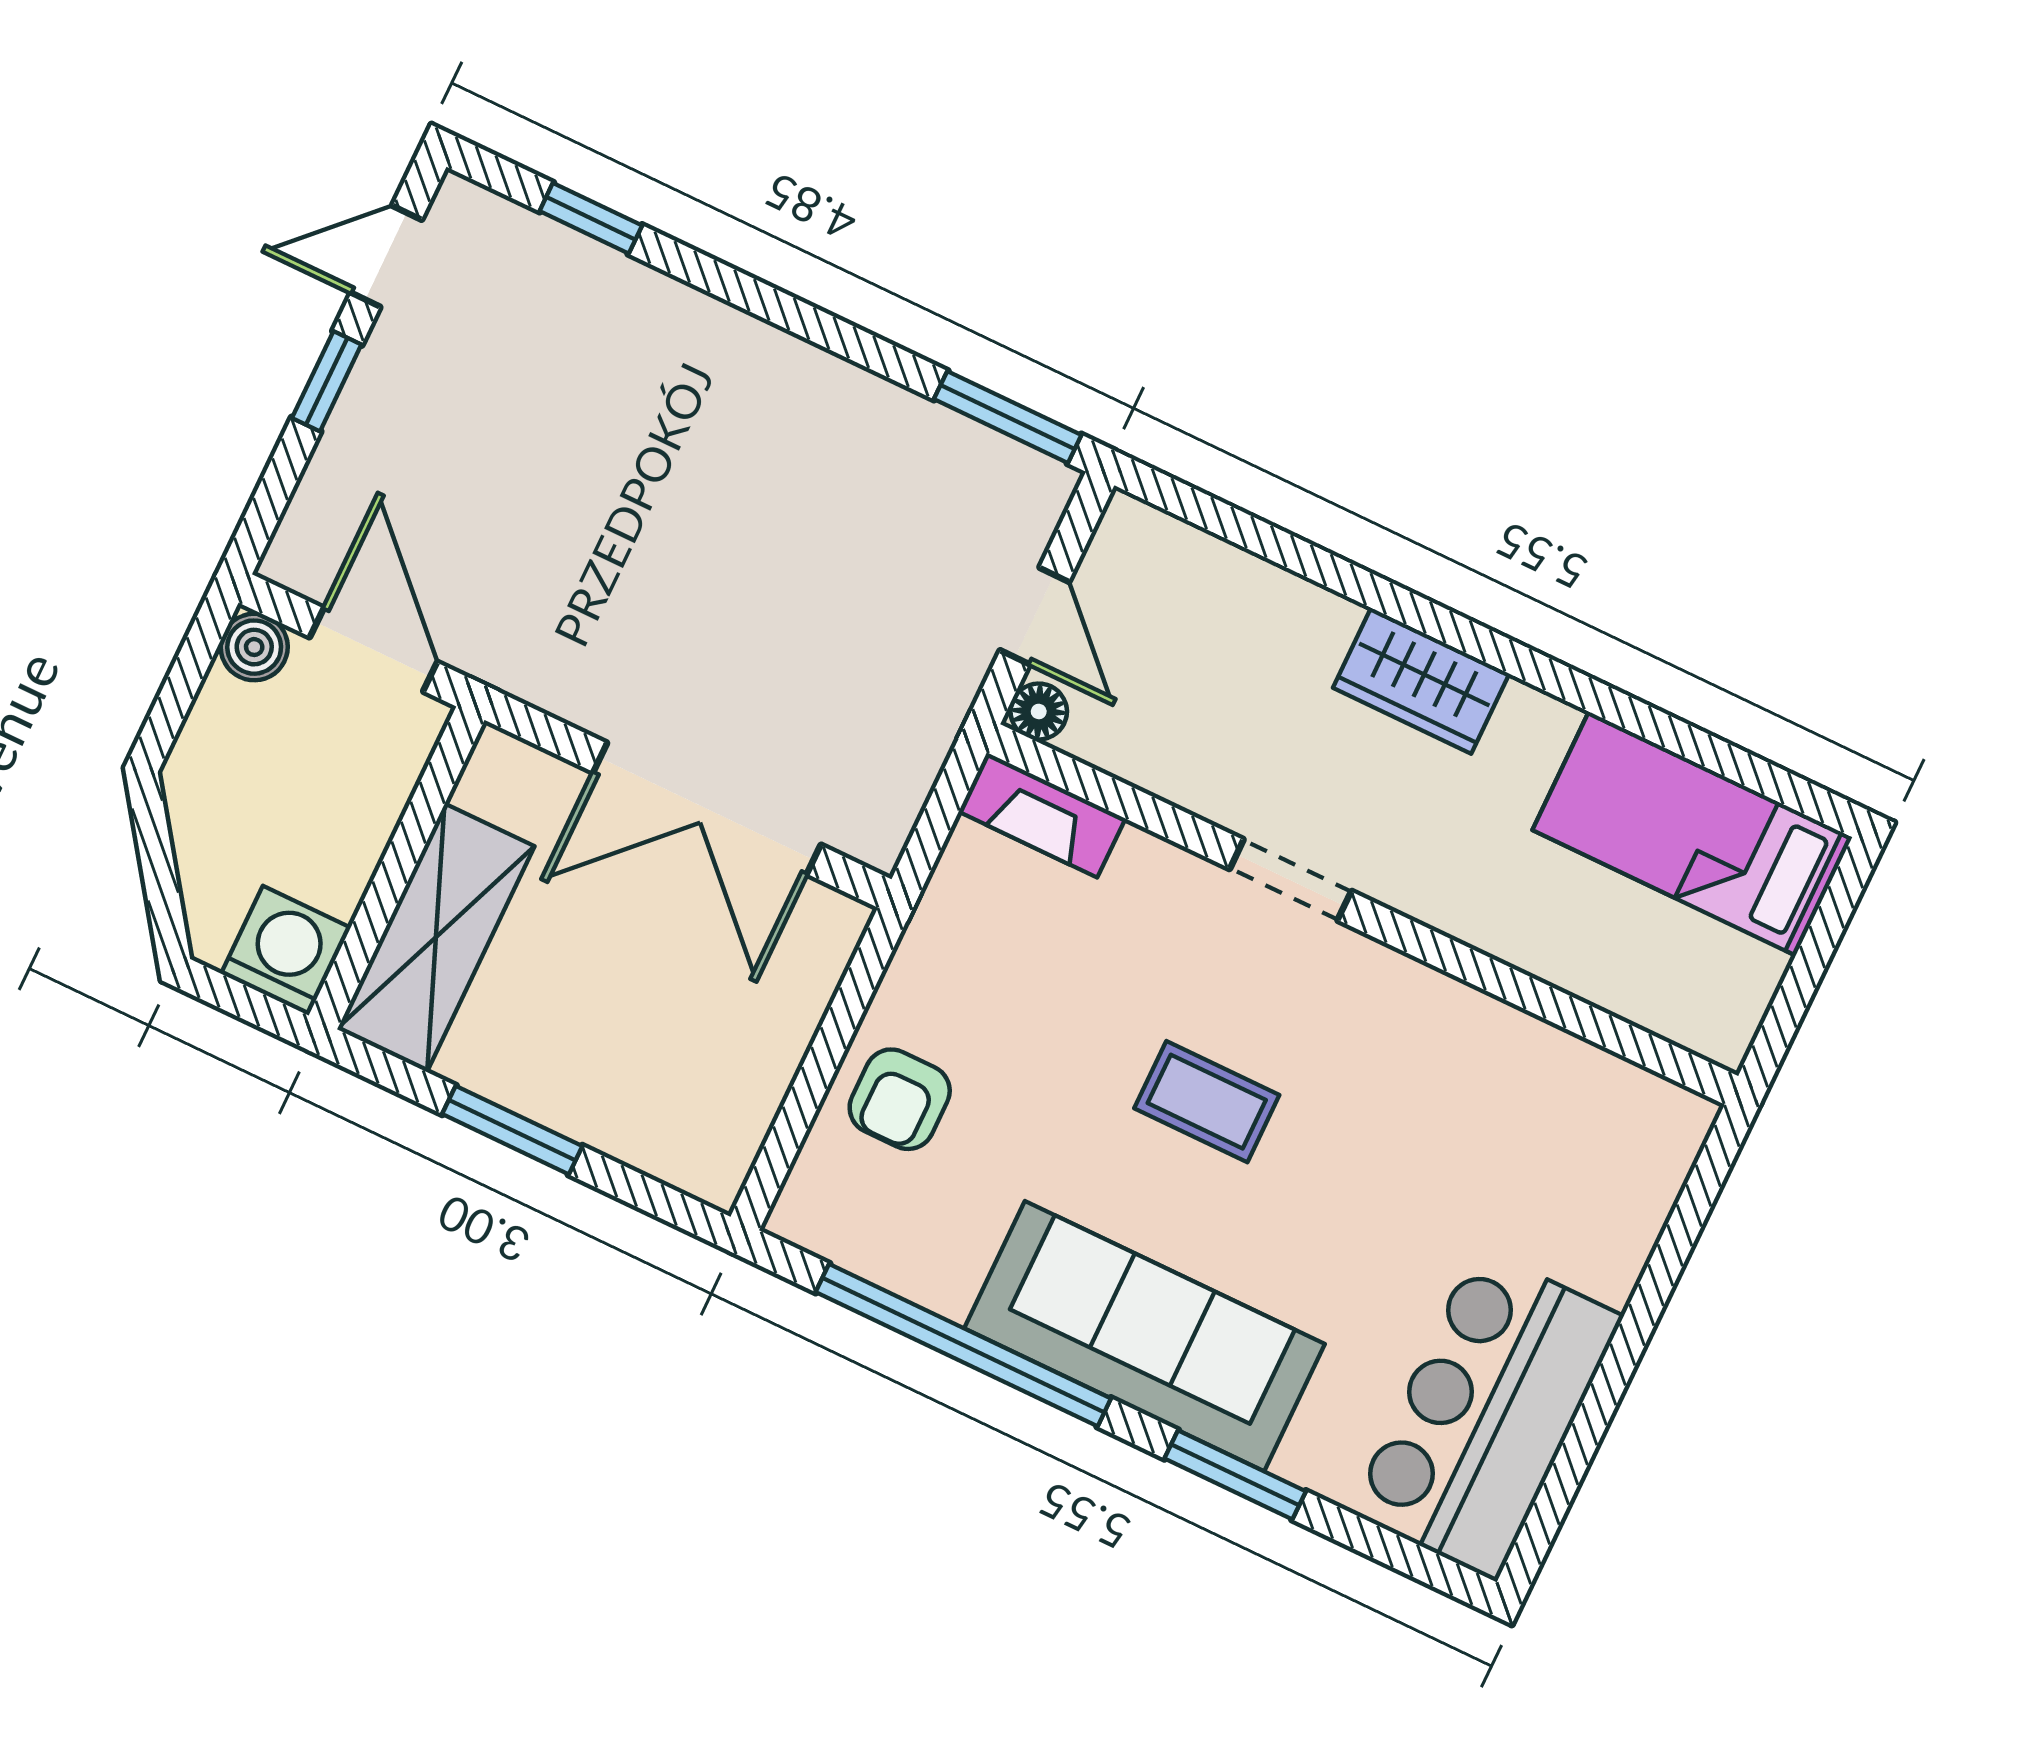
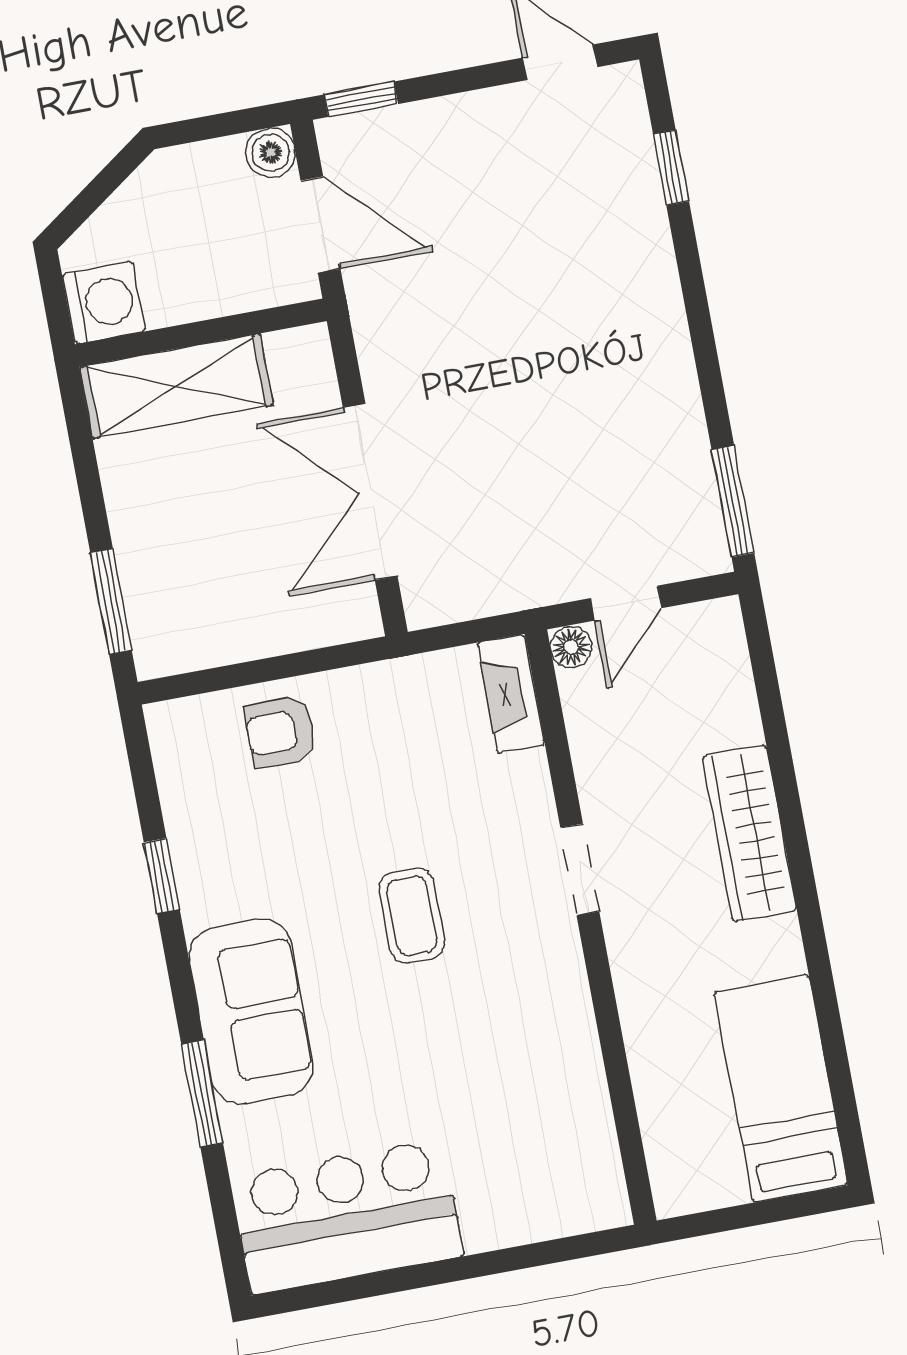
window: (327, 381) -> (361, 99), moved
door: (374, 650) -> (321, 225), hinge flipped
wardrobe: (1421, 681) -> (750, 833), width x1.50
window: (512, 1130) -> (111, 602), moved
sofa: (1145, 1336) -> (251, 1012), width x0.73
window: (963, 1345) -> (162, 876), width x0.32

